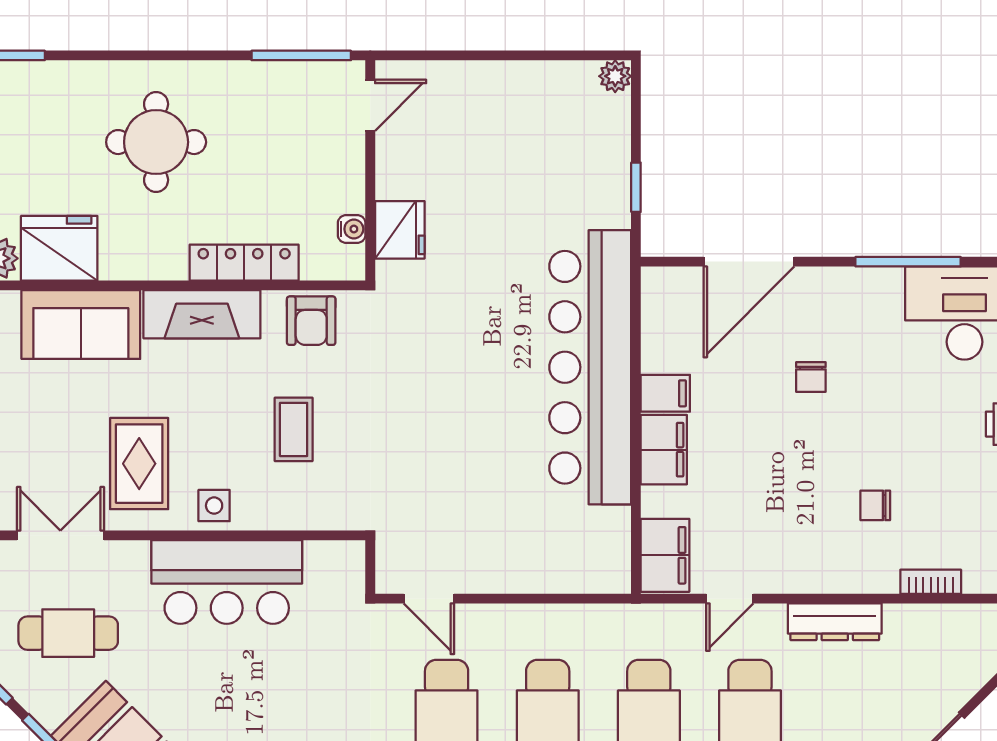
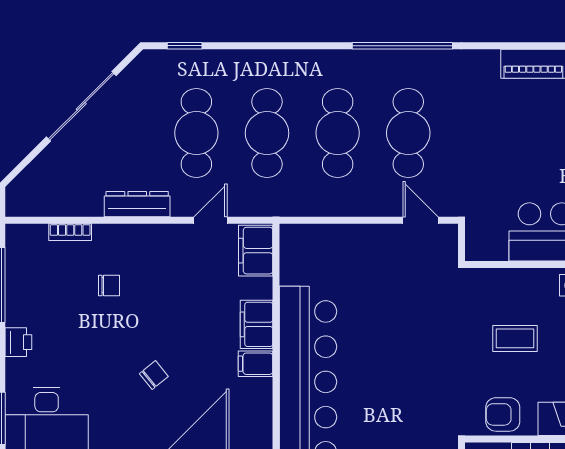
armchair: (311, 321) -> (503, 414), turned -90
chair: (811, 377) -> (154, 375), turned 51
coffee table: (294, 429) -> (515, 338), turned 90

